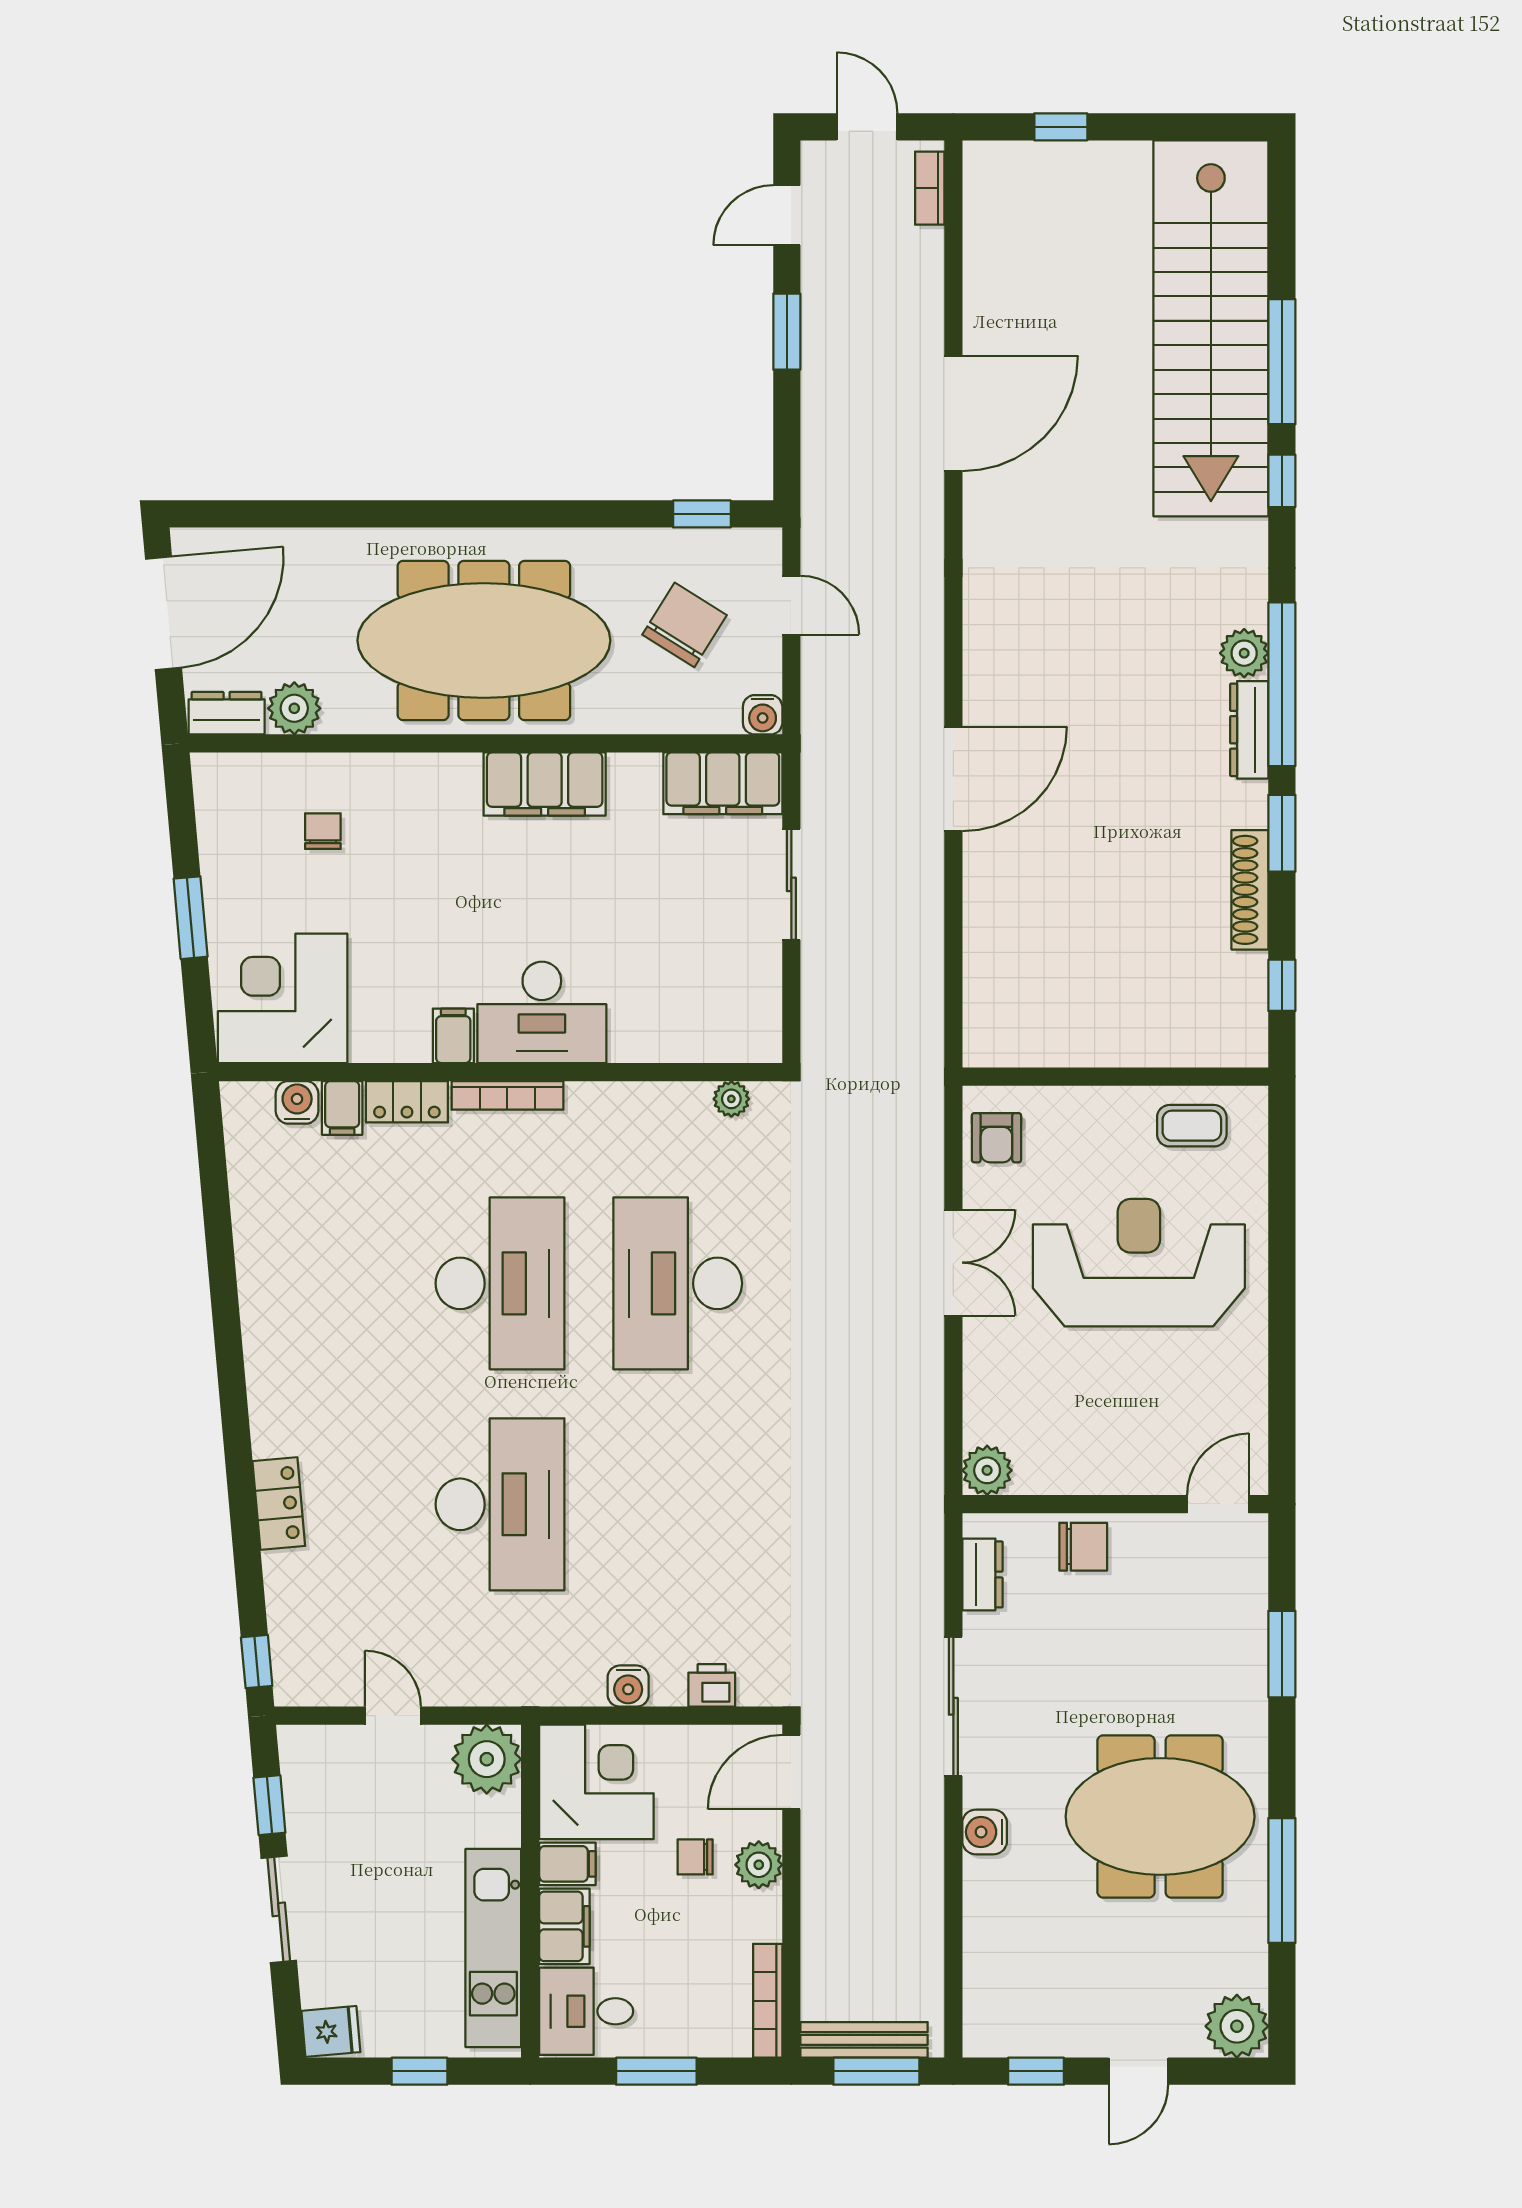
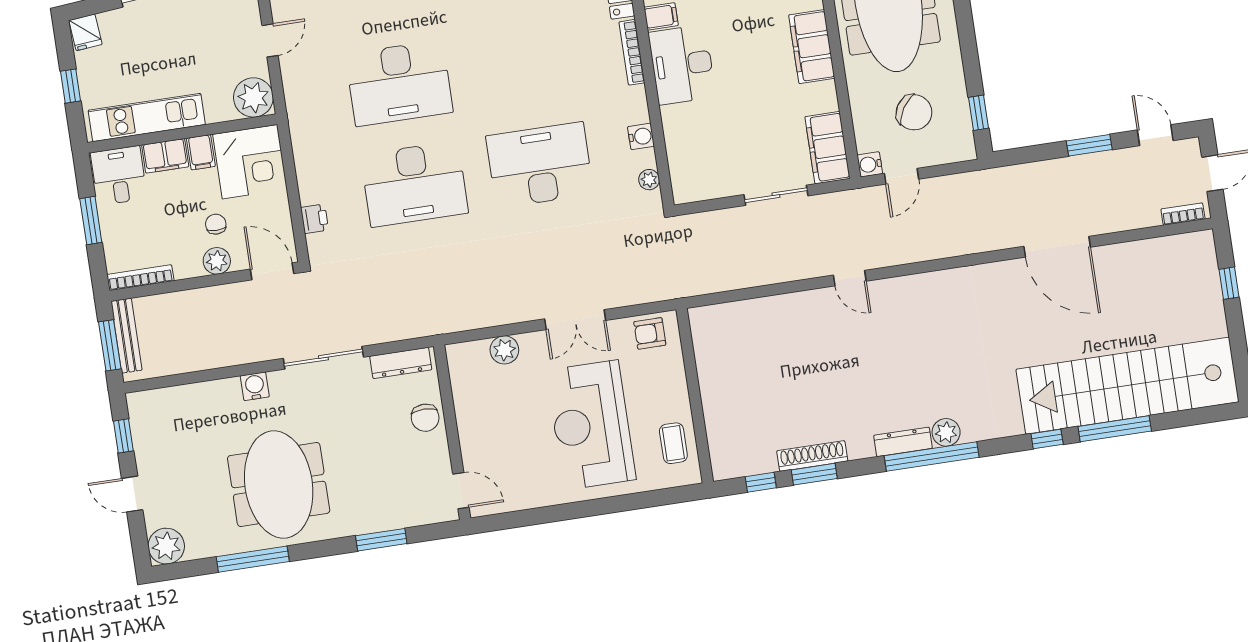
door: (791, 605) -> (902, 176), moved
door: (953, 779) -> (850, 278), width x0.53
window: (1282, 833) -> (814, 474), moved
reception desk: (1139, 1263) -> (591, 425), turned 180
desk: (500, 1283) -> (414, 184), moved
plant: (987, 1470) -> (504, 350), moved
dresser: (983, 1574) -> (401, 363), width x1.44
water cooler: (628, 1686) -> (641, 136), moved, turned 180

